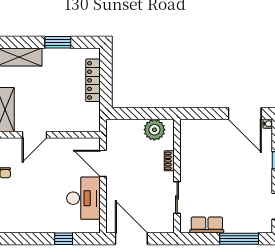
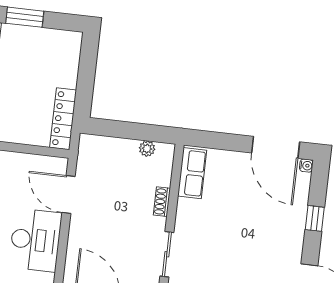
locker: (93, 80) -> (63, 119), moved
plant: (154, 130) -> (147, 149), width x0.53, depth x0.53
row of seats: (188, 138) -> (192, 173), added

